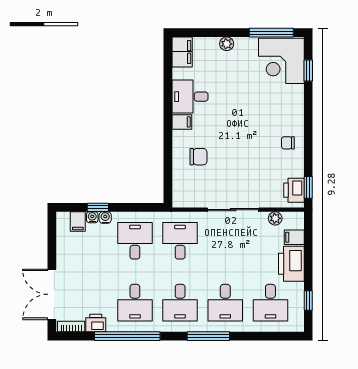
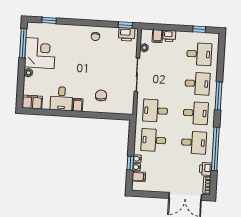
corner desk: (281, 61) -> (40, 53), moved, turned -90
printer: (291, 264) -> (169, 36), width x0.53, depth x0.68

